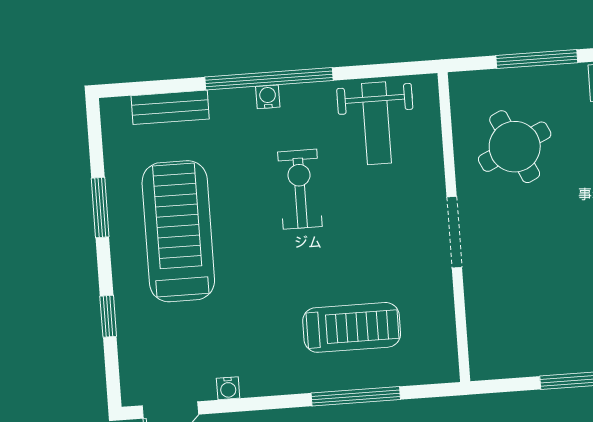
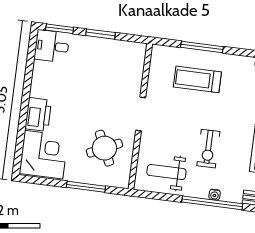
weight bench: (377, 123) -> (166, 172), turned -90

